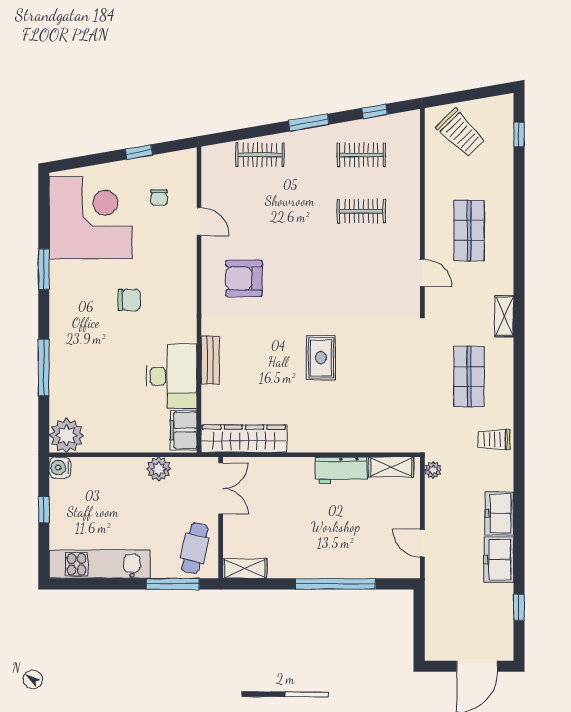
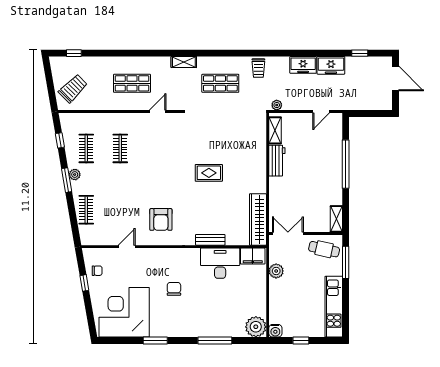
plant: (318, 136) -> (75, 175), added
chair: (159, 198) -> (97, 271), moved

